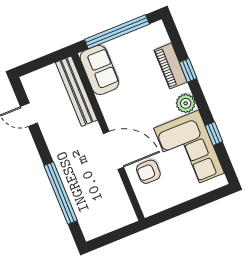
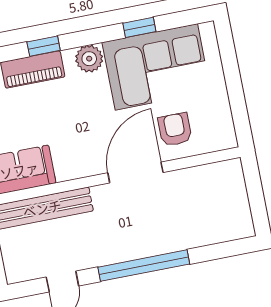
armchair: (148, 172) -> (175, 129), turned 180
window: (61, 193) -> (144, 266), moved

